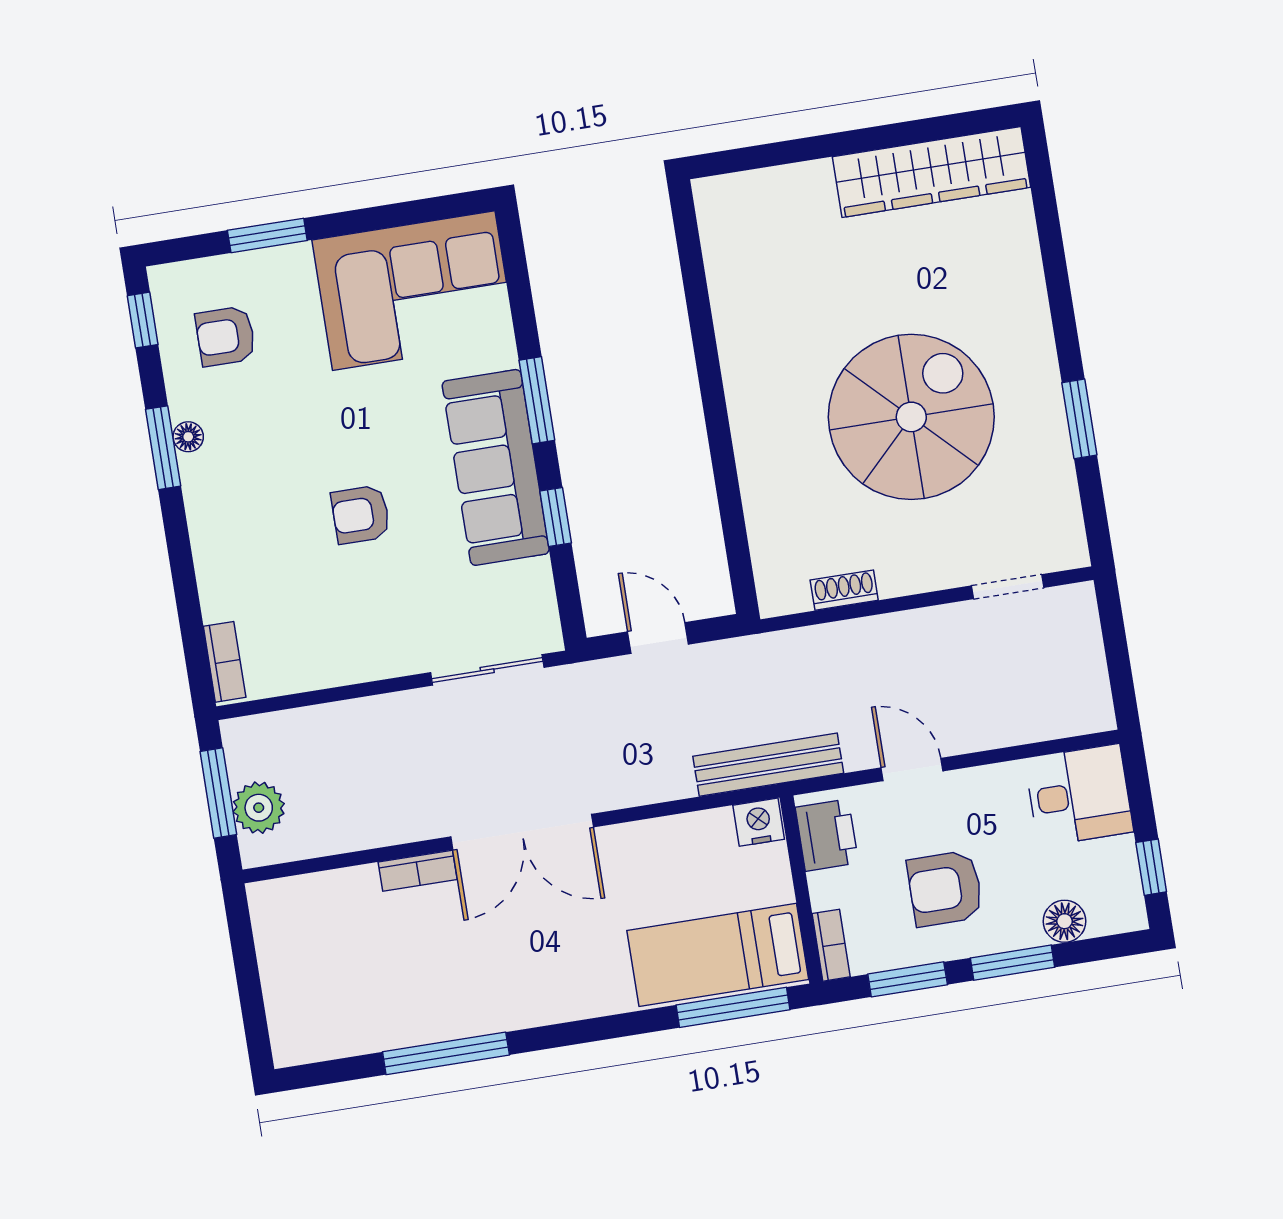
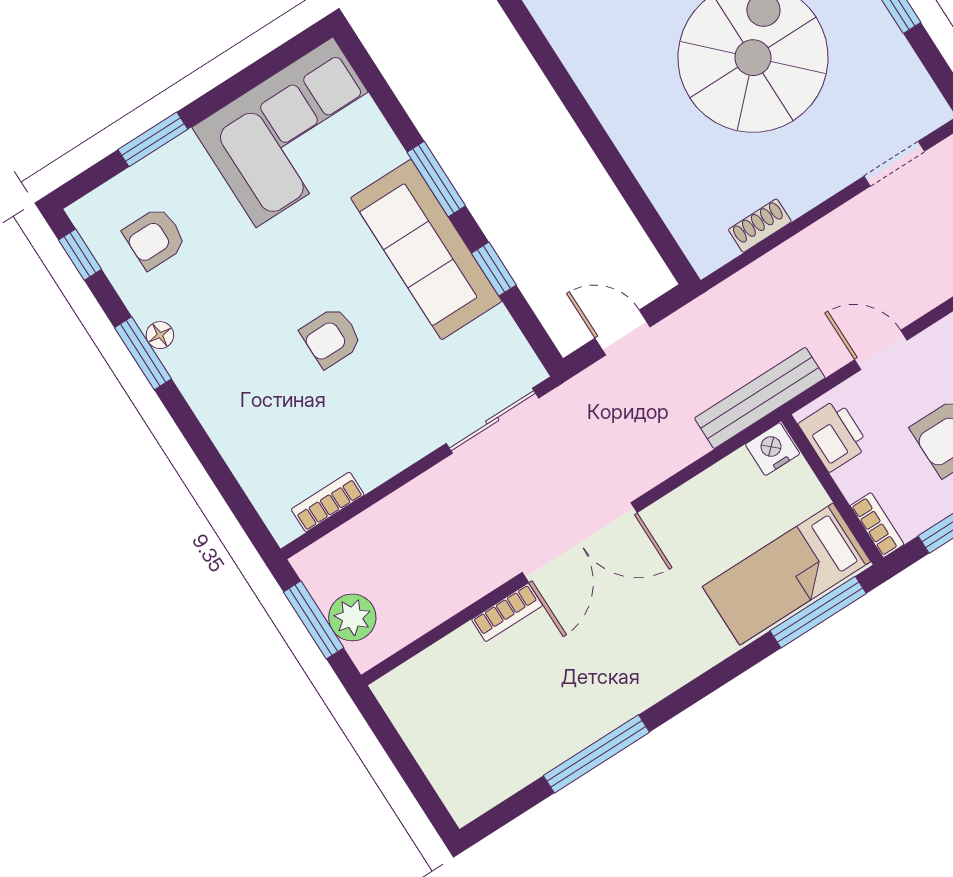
bookcase: (225, 662) -> (328, 502), moved, turned -90

